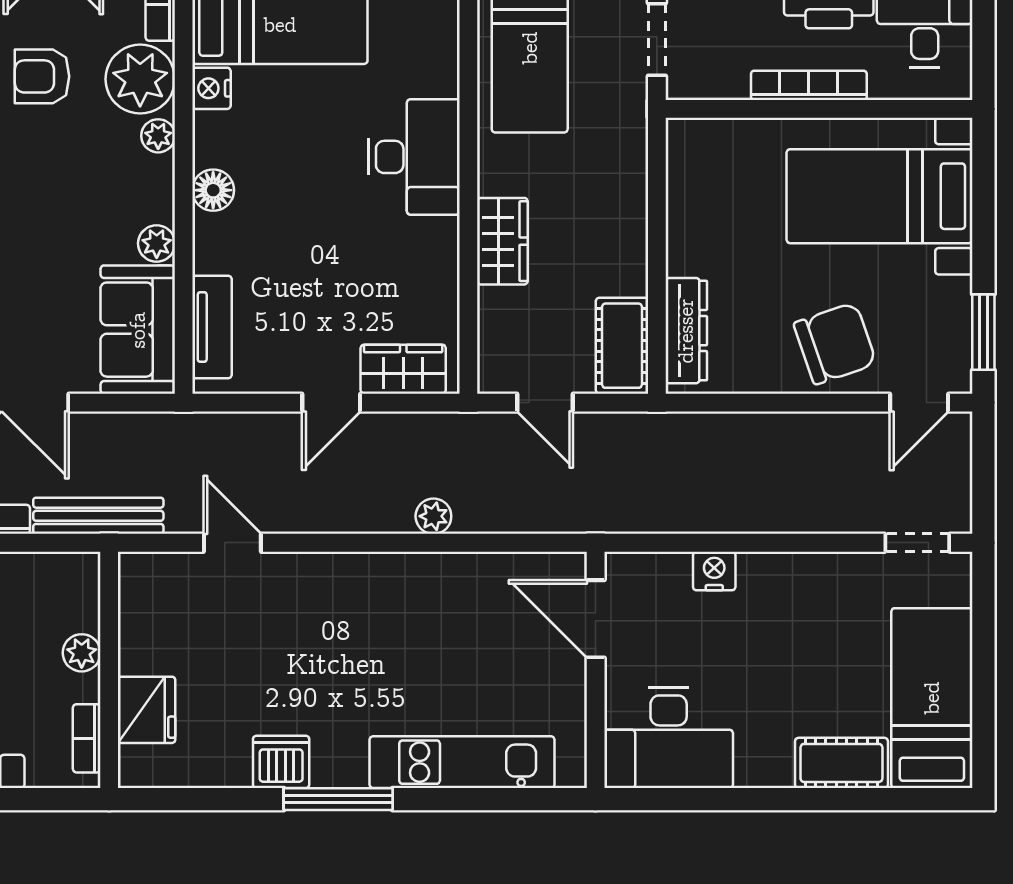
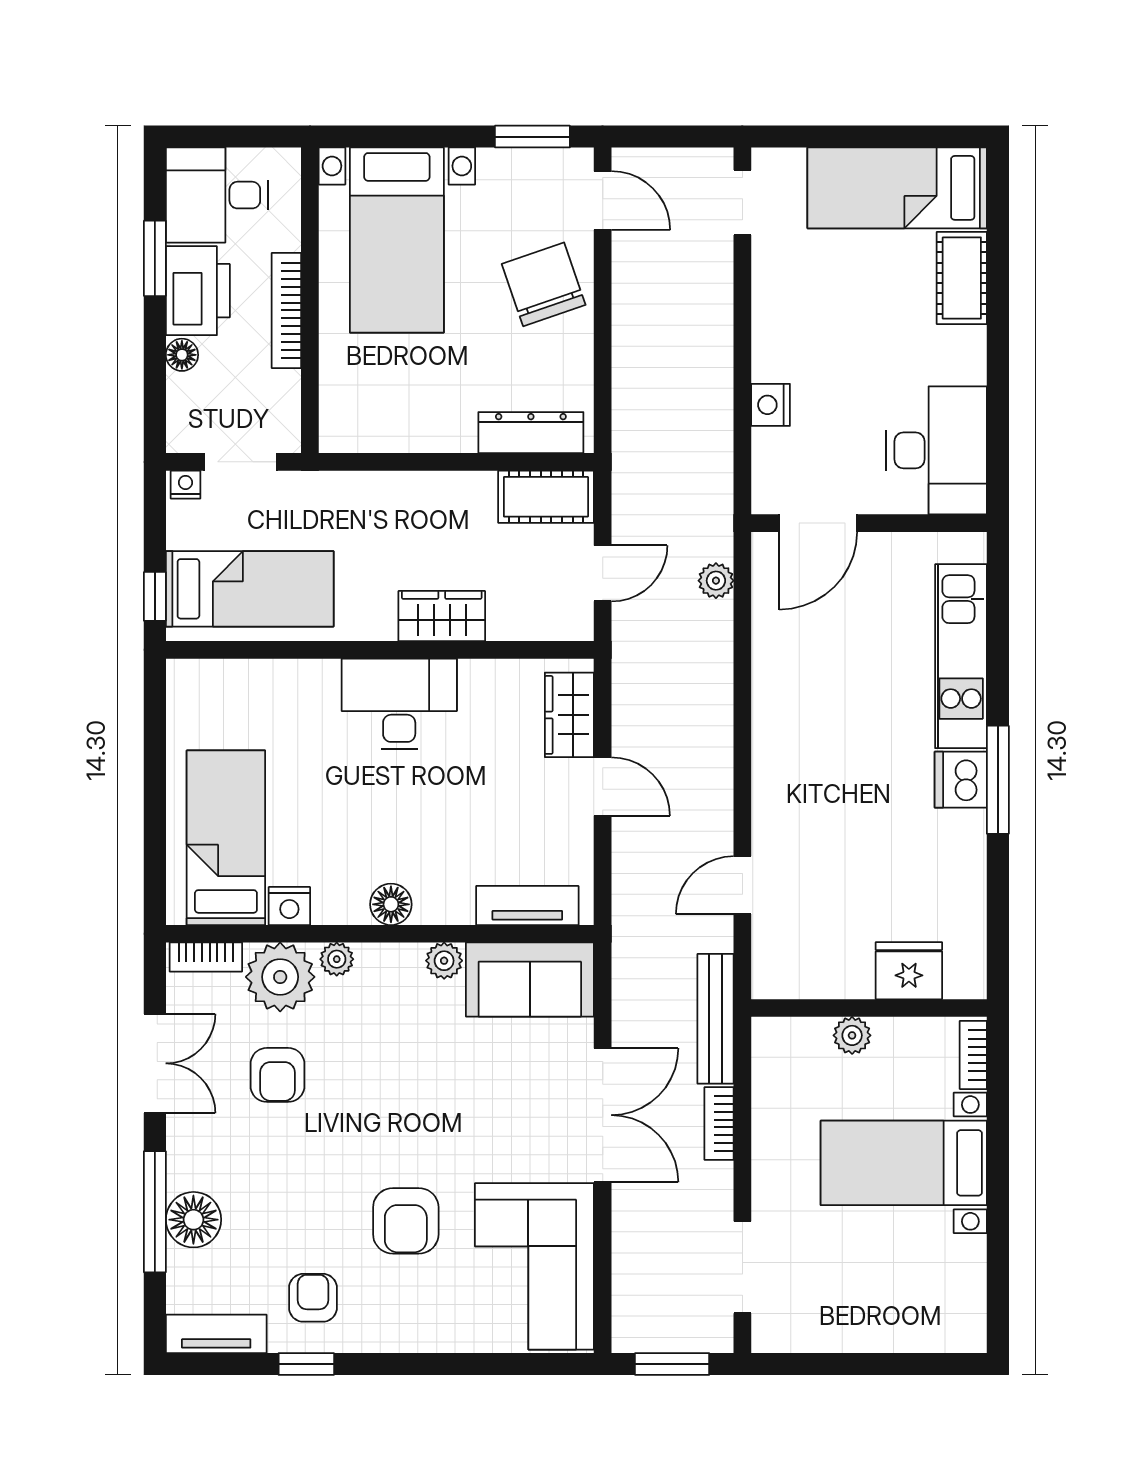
desk: (414, 157) -> (399, 704), moved
plant: (433, 516) -> (716, 581), moved
bookcase: (87, 738) -> (973, 1055), moved, turned 90
dishwasher: (281, 762) -> (961, 780), moved

